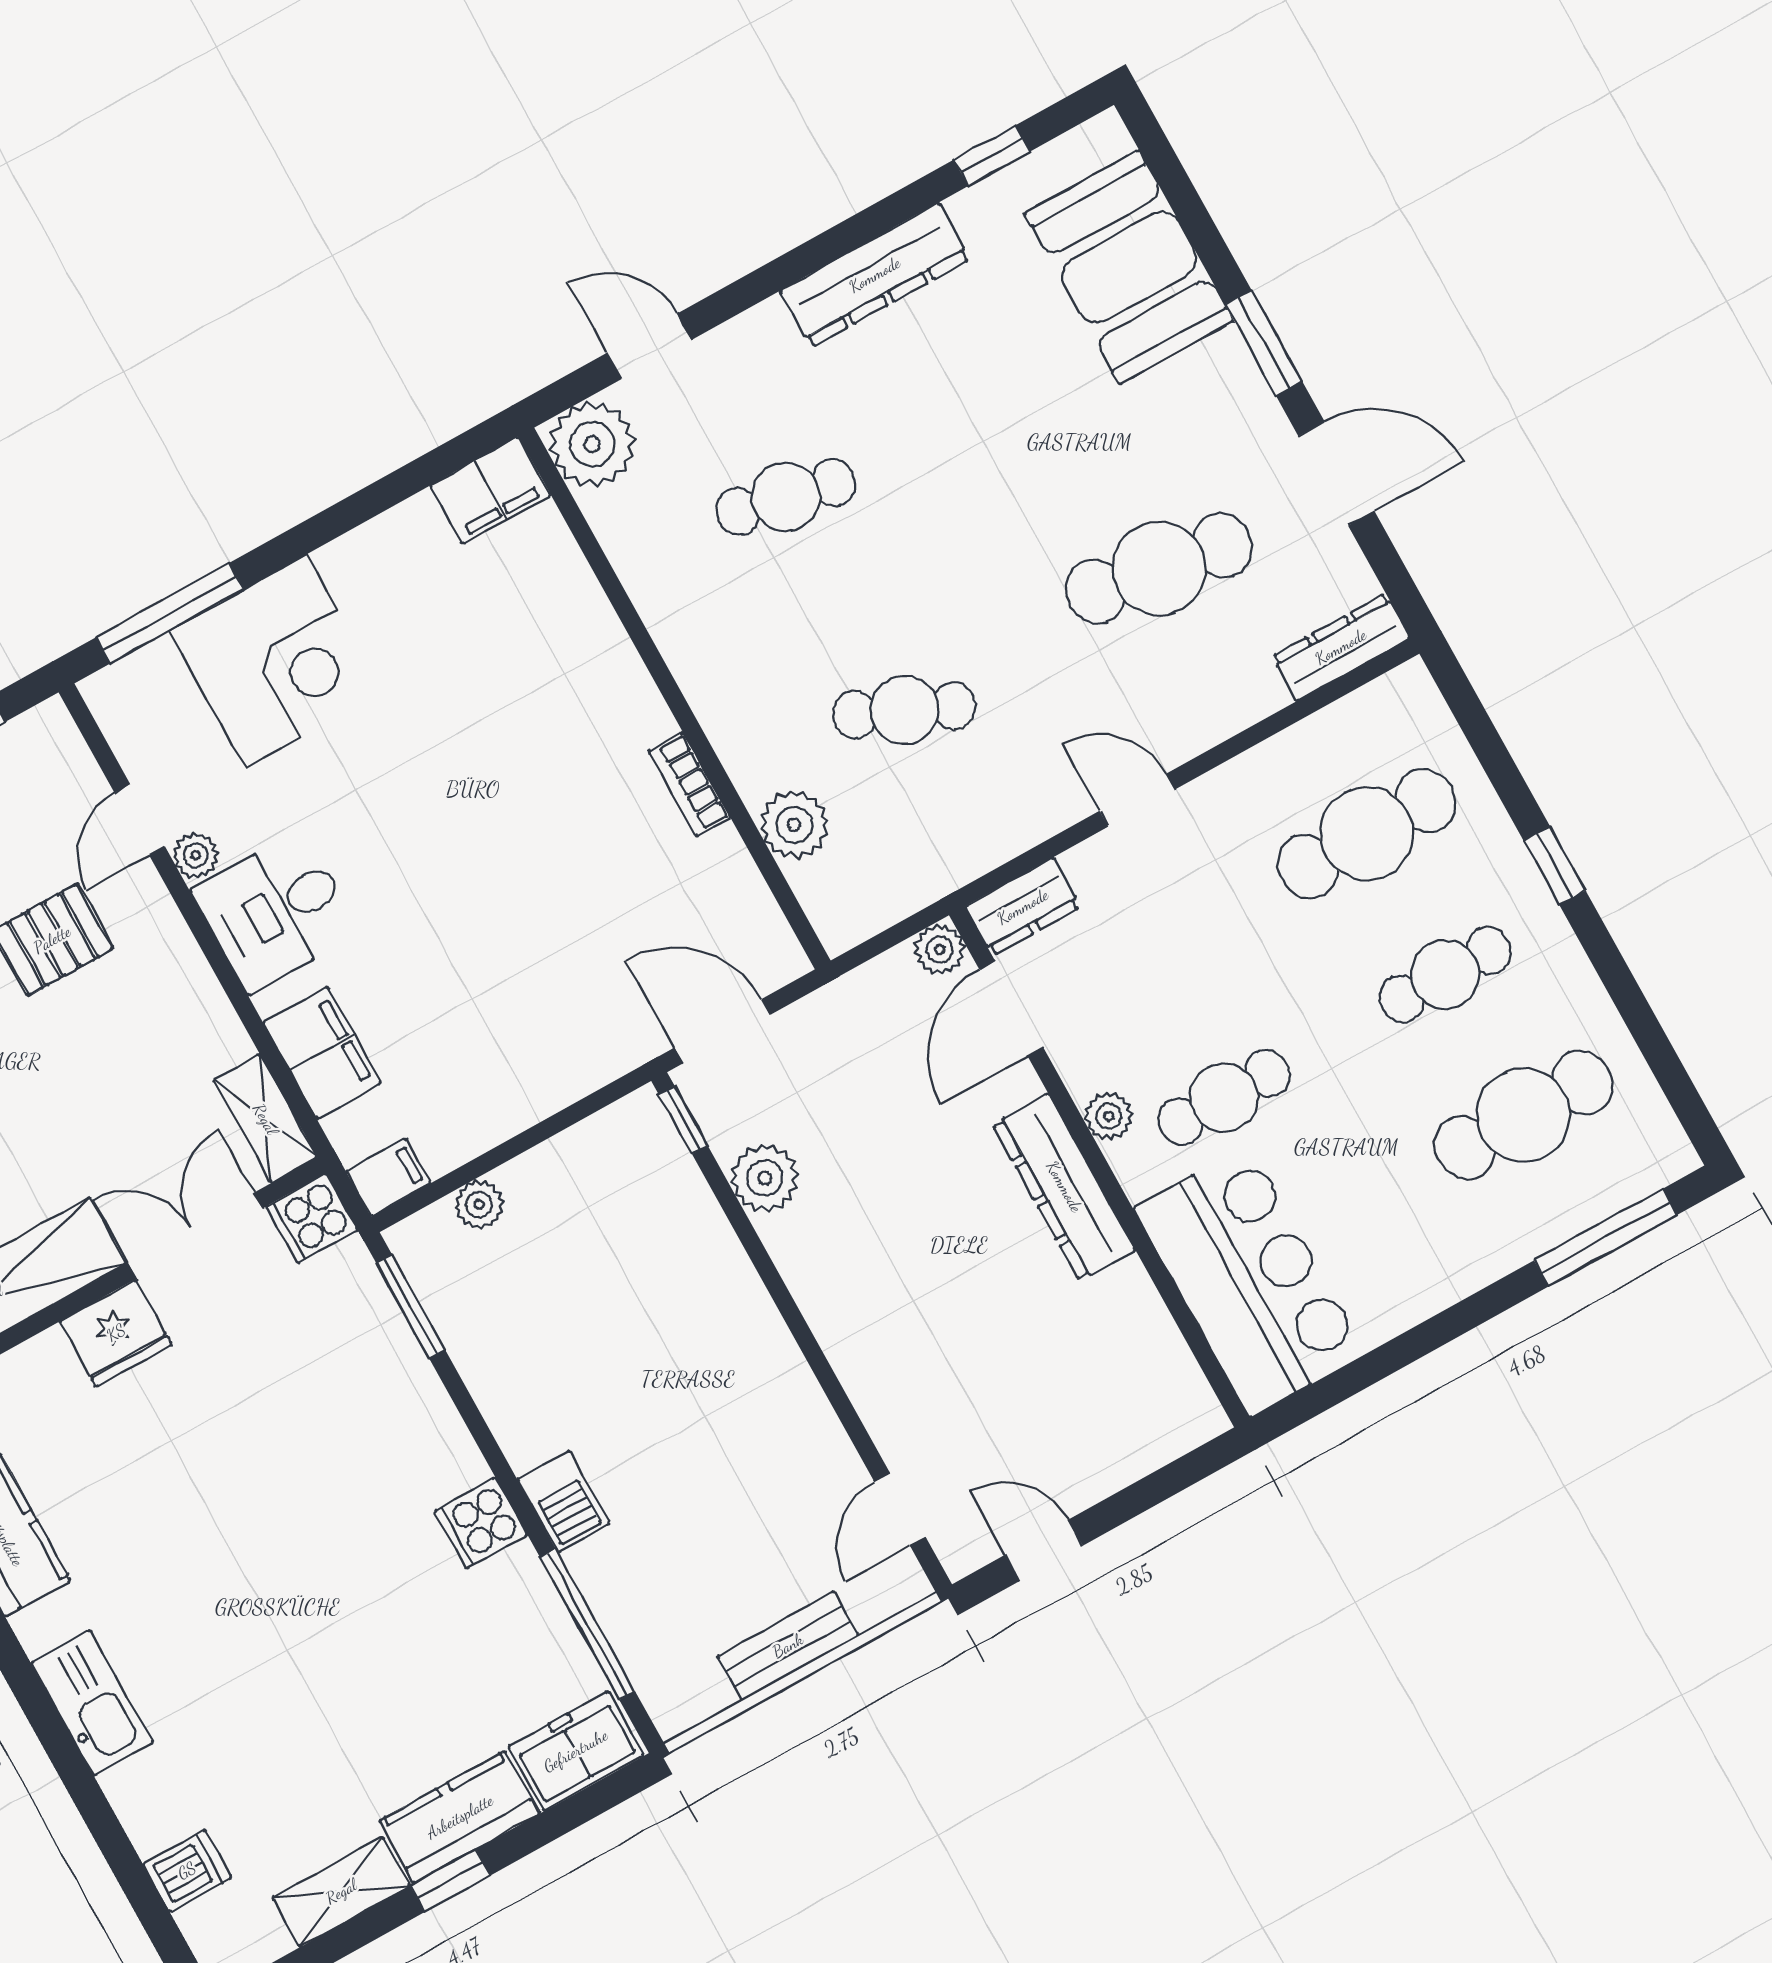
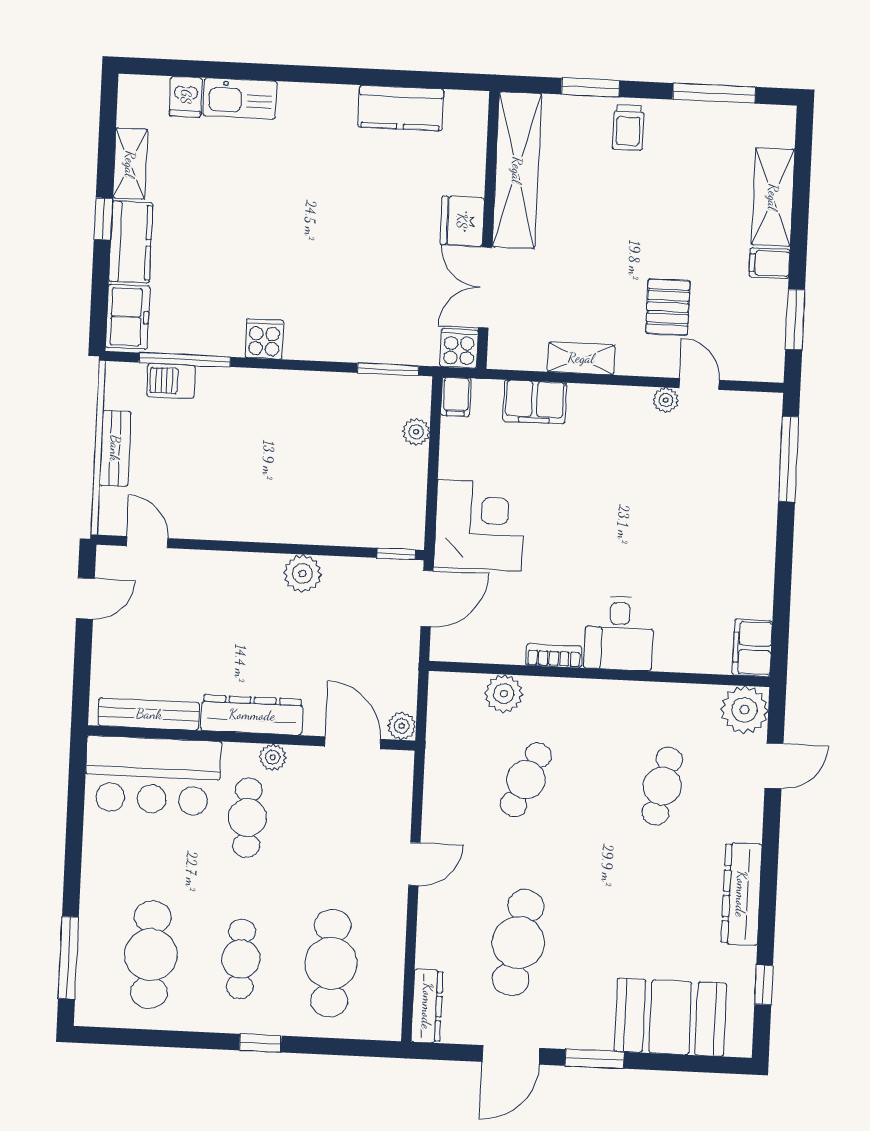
corner desk: (276, 661) -> (479, 525), moved, turned 180
dresser: (1023, 907) -> (397, 778), removed
desk: (276, 911) -> (619, 633), moved, turned 180
shelving: (265, 1119) -> (581, 358), moved
plant: (765, 1178) -> (303, 573), moved
double door: (195, 1236) -> (485, 288), swing flipped
bench: (1160, 1345) -> (149, 714), added
barbecue: (564, 1501) -> (171, 381), moved
kitchen sink: (92, 1703) -> (240, 98), moved

